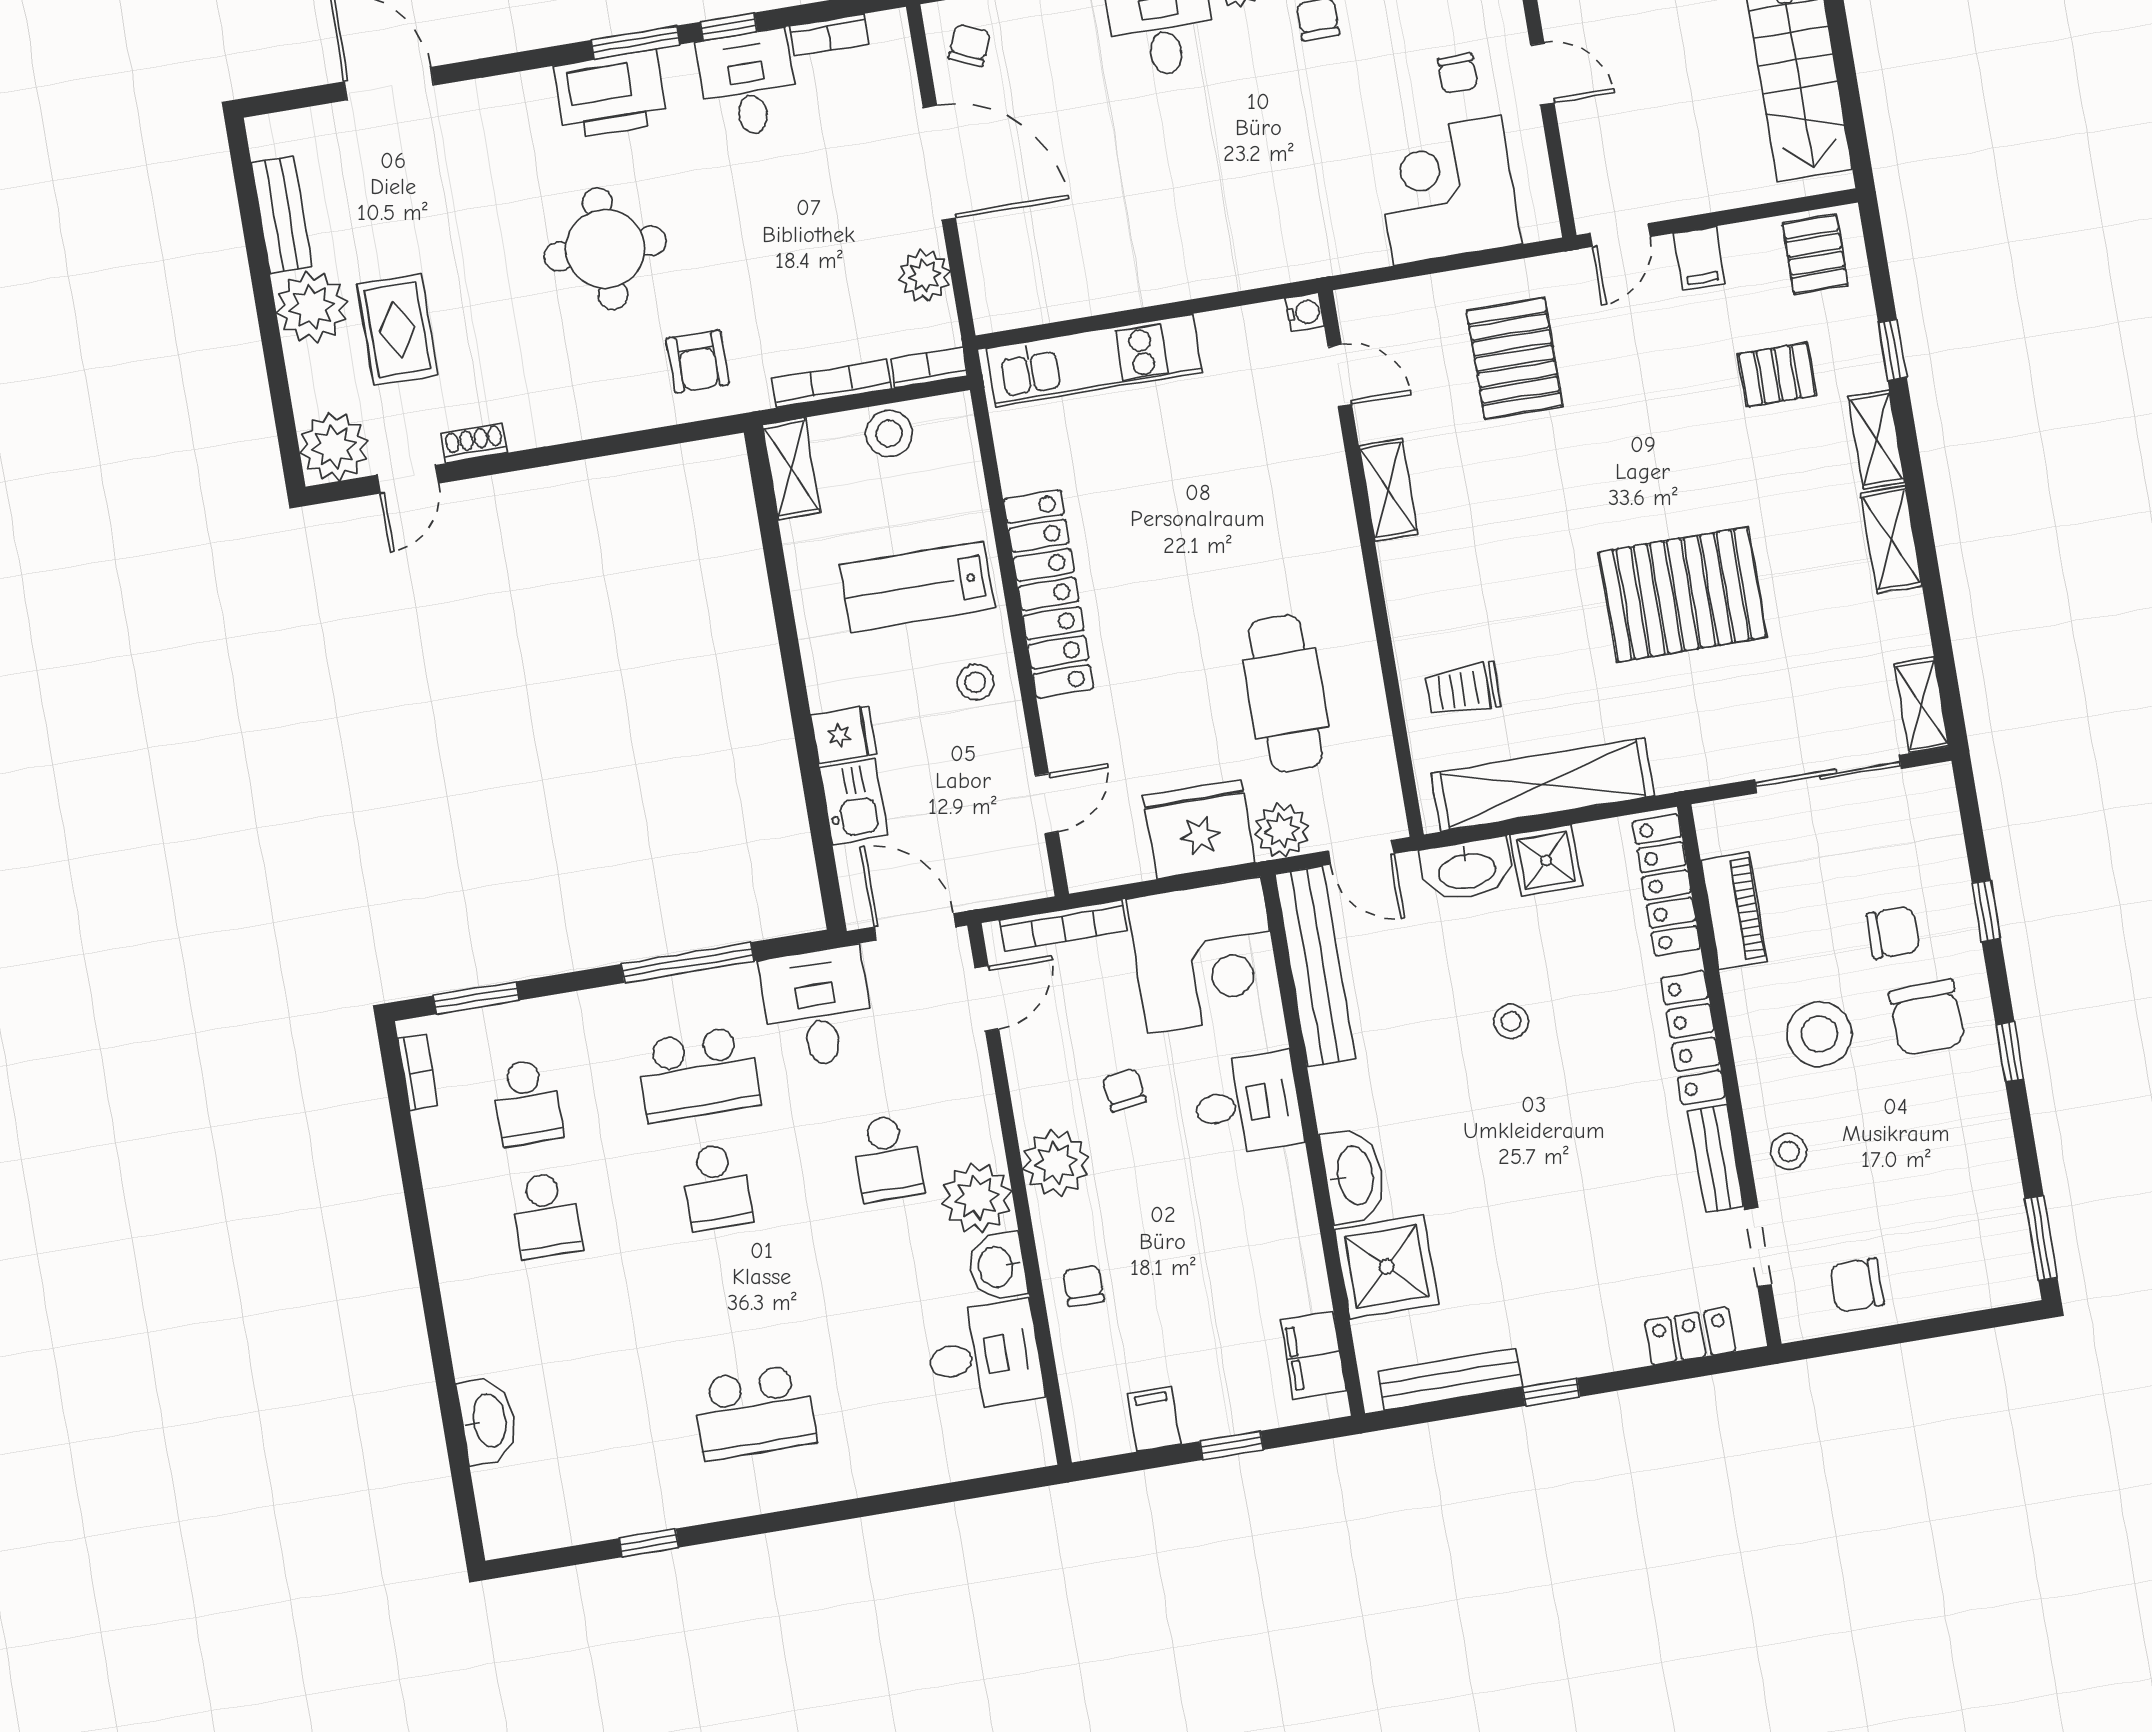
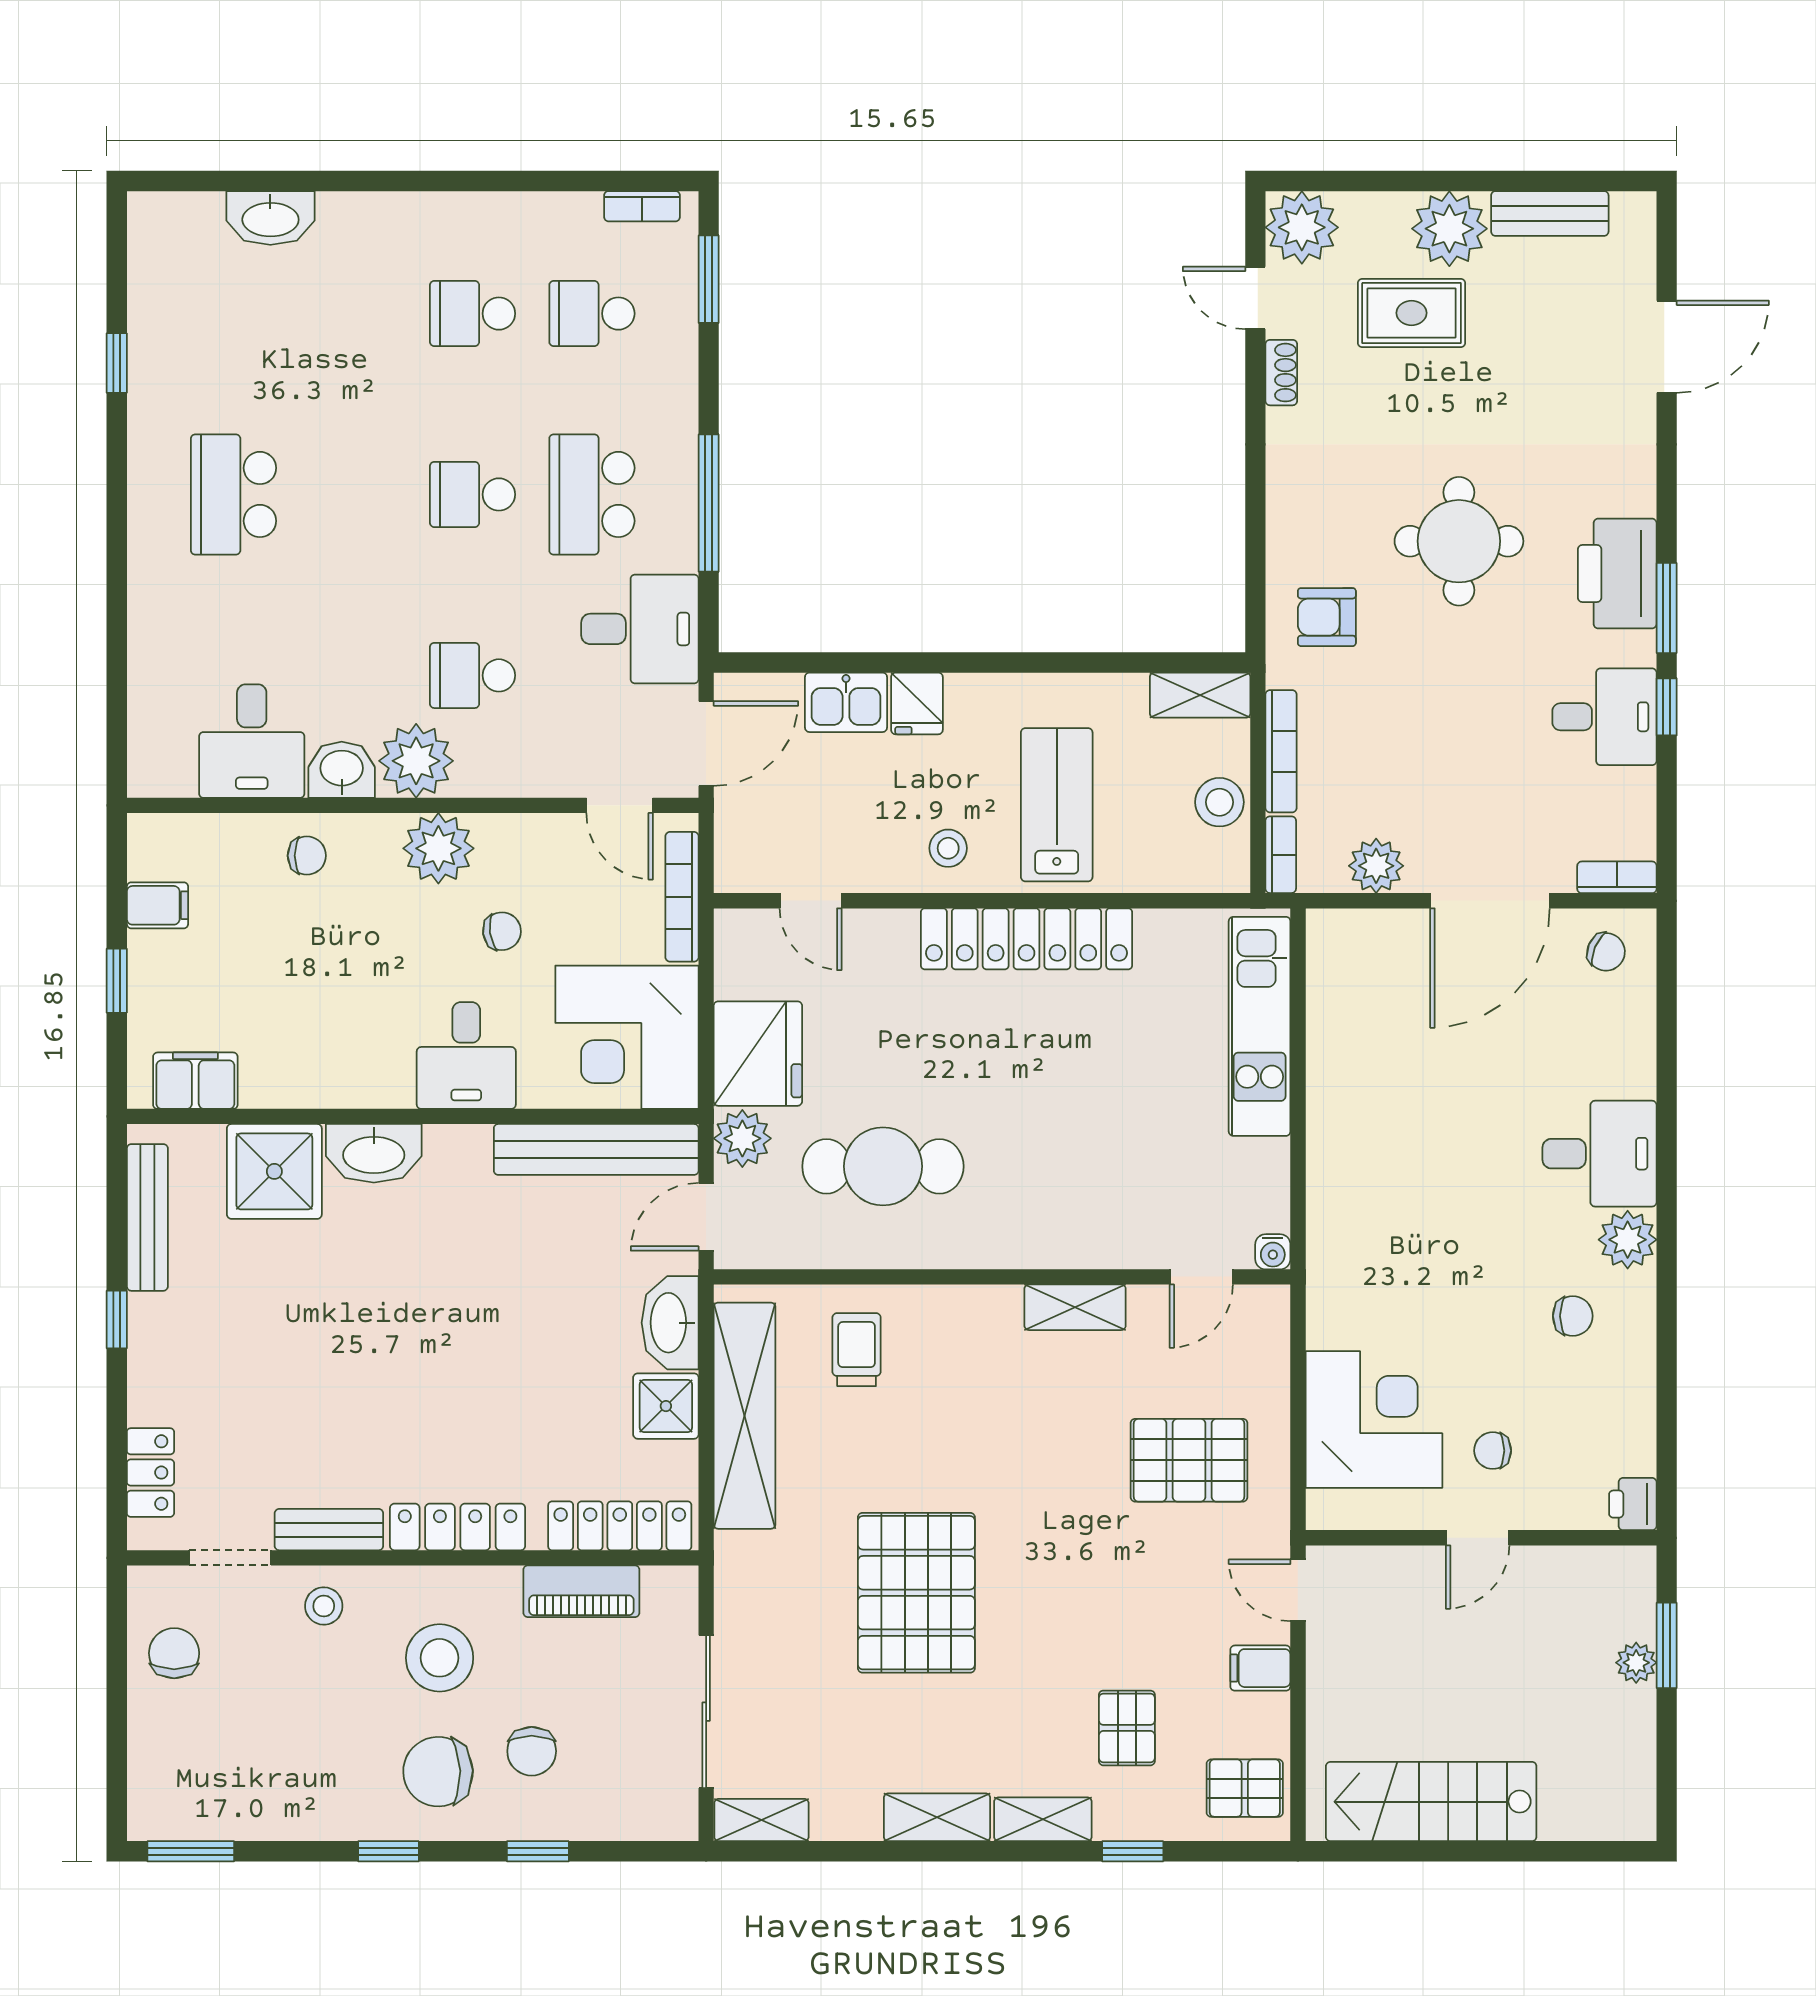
bookcase: (829, 35) -> (1617, 877), moved, turned 90
stool: (1511, 1021) -> (506, 1342), removed

